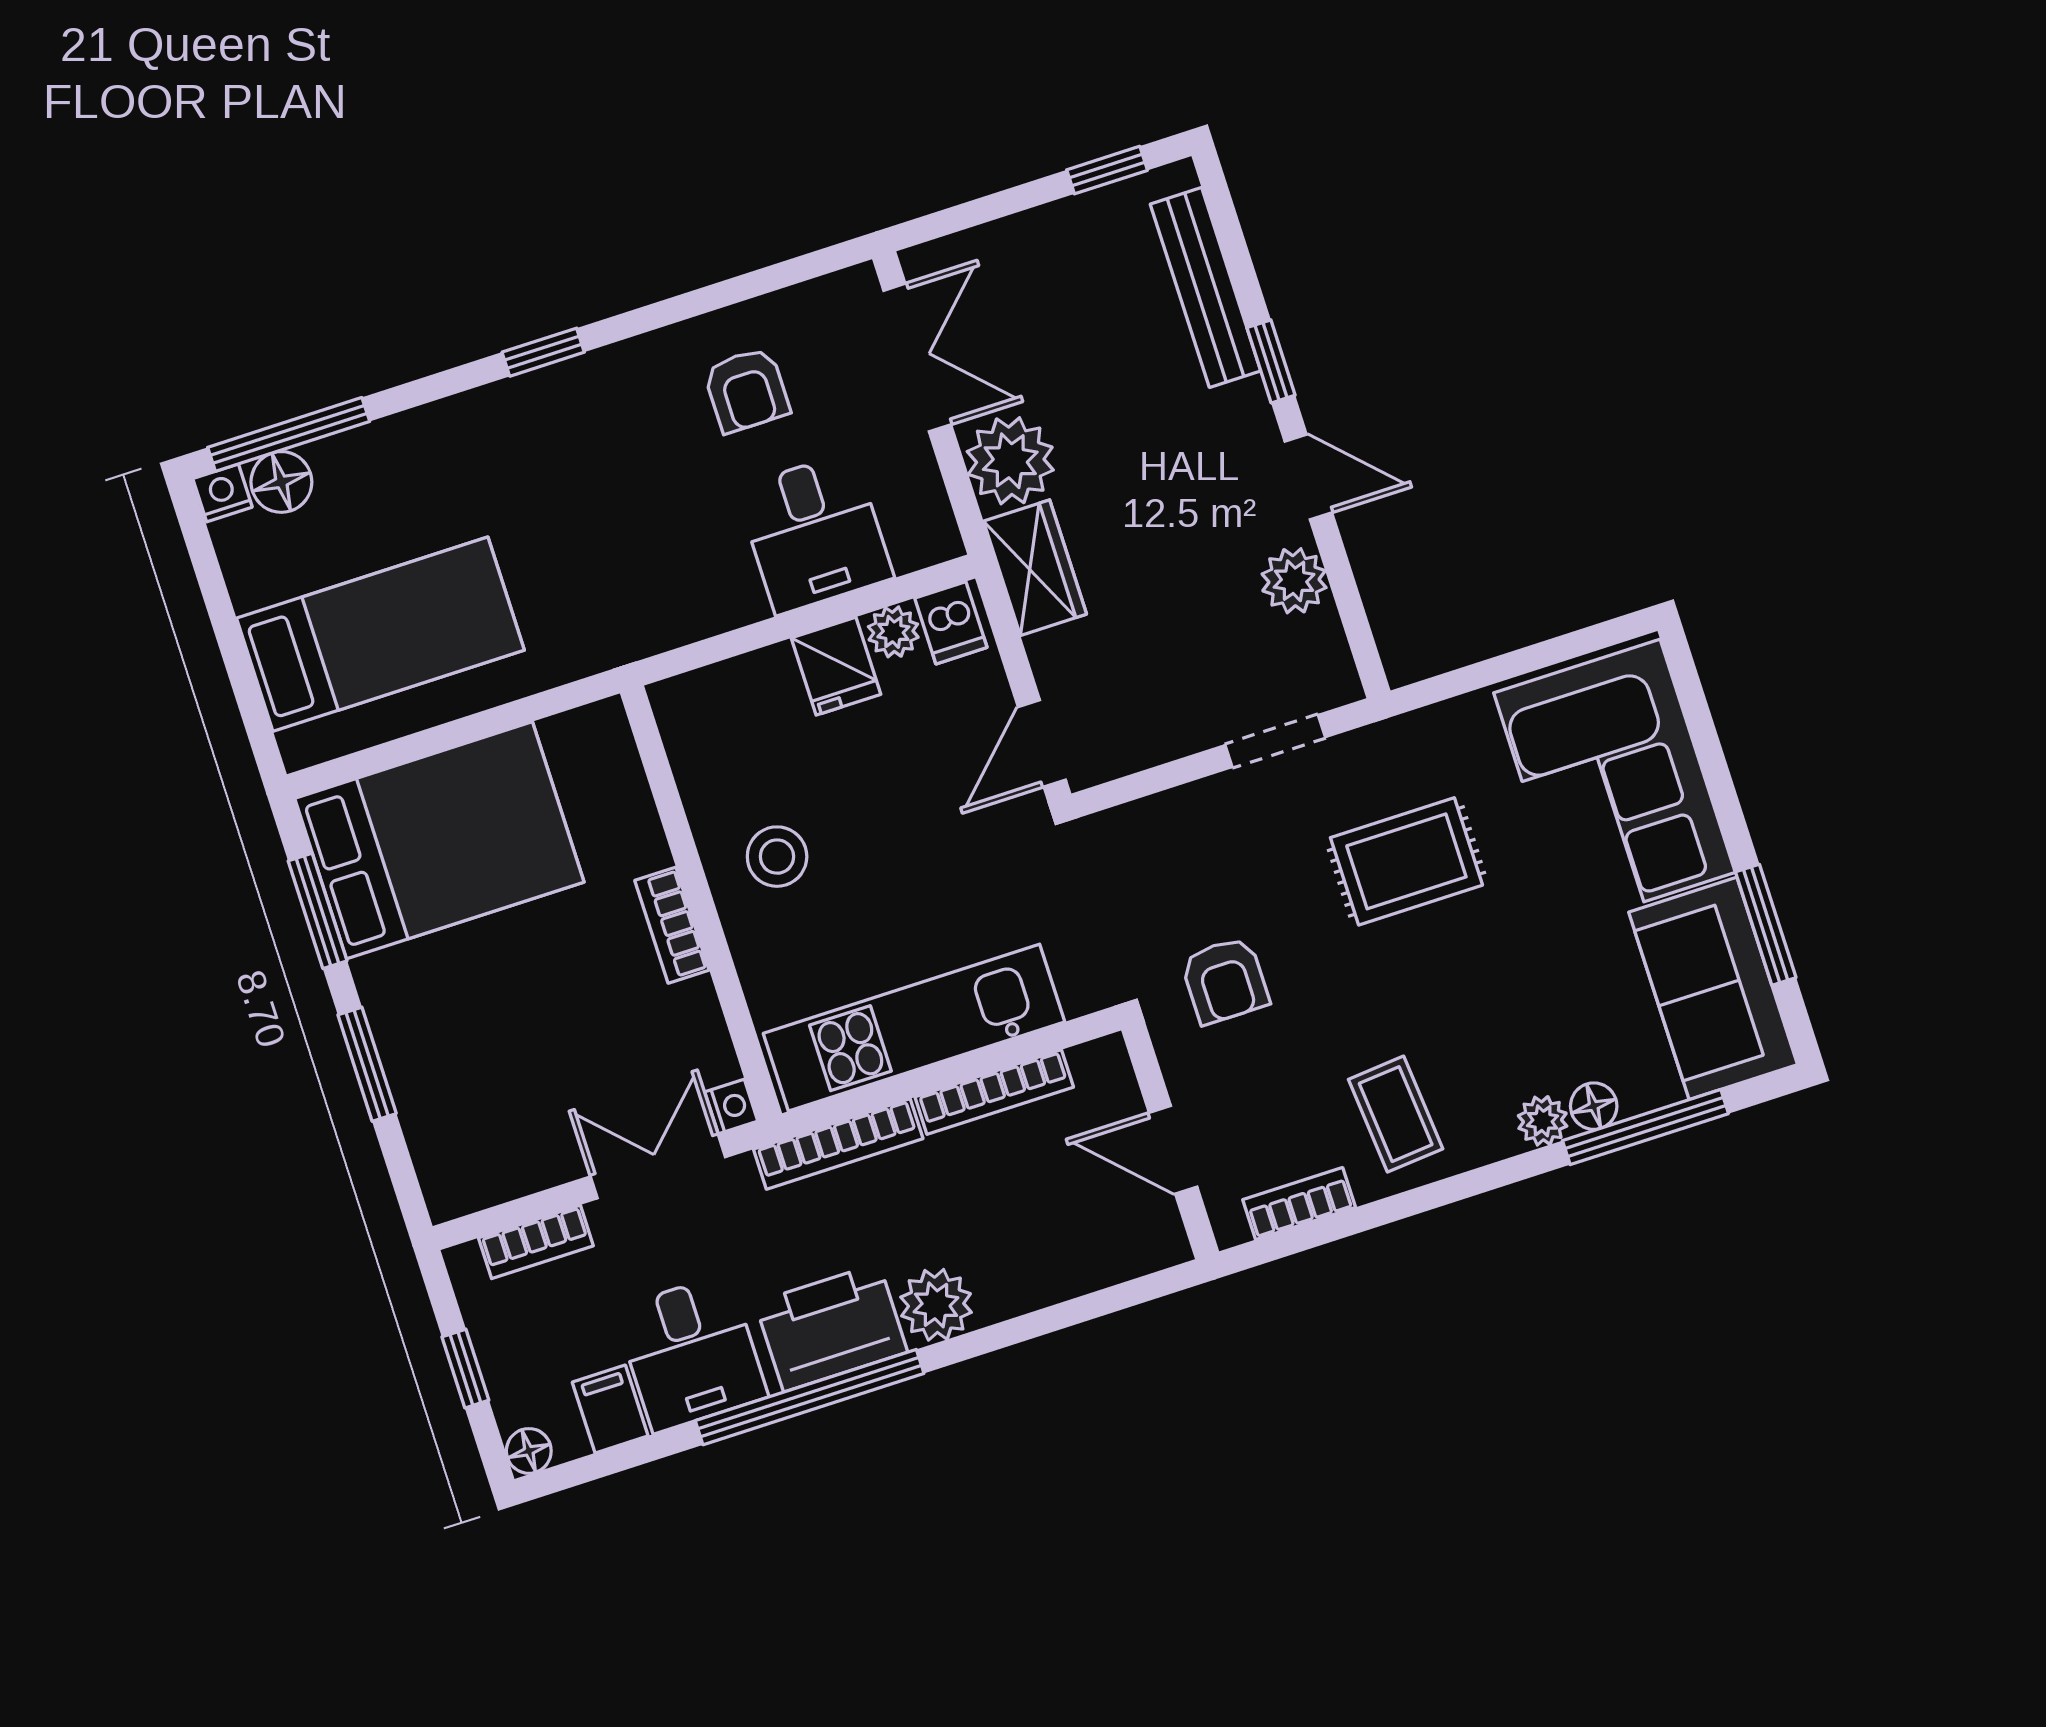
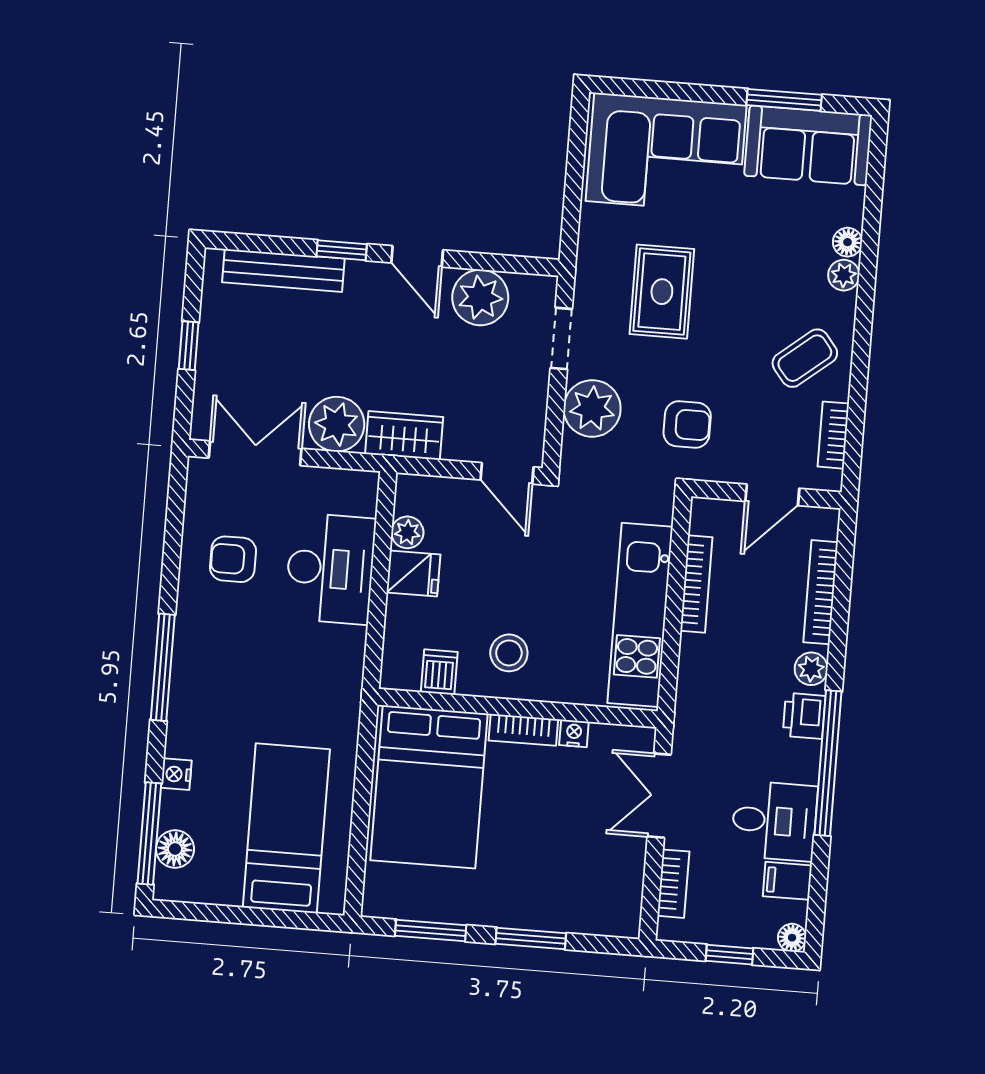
window: (1107, 170) -> (189, 346), moved
window: (543, 352) -> (163, 667), width x2.17
armchair: (747, 390) -> (233, 559), turned 180
door: (1308, 477) -> (417, 256), swing flipped
nightstand: (222, 493) -> (176, 774), moved
desk: (815, 533) -> (330, 569), width x1.37
plant: (1294, 581) -> (480, 297), width x1.36, depth x1.36
dishwasher: (951, 623) -> (439, 672), moved, turned -90
plant: (1190, 830) -> (592, 408), added
bed: (439, 840) -> (429, 787), moved, turned 180
nightstand: (731, 1106) -> (574, 733), moved
coffee table: (1396, 1114) -> (805, 358), turned -34
window: (1645, 1127) -> (872, 217), removed
bookcase: (838, 1144) -> (821, 592), moved, turned 180
plant: (936, 1305) -> (811, 669), width x0.73, depth x0.73
printer: (831, 1327) -> (804, 716), width x0.53, depth x0.68

